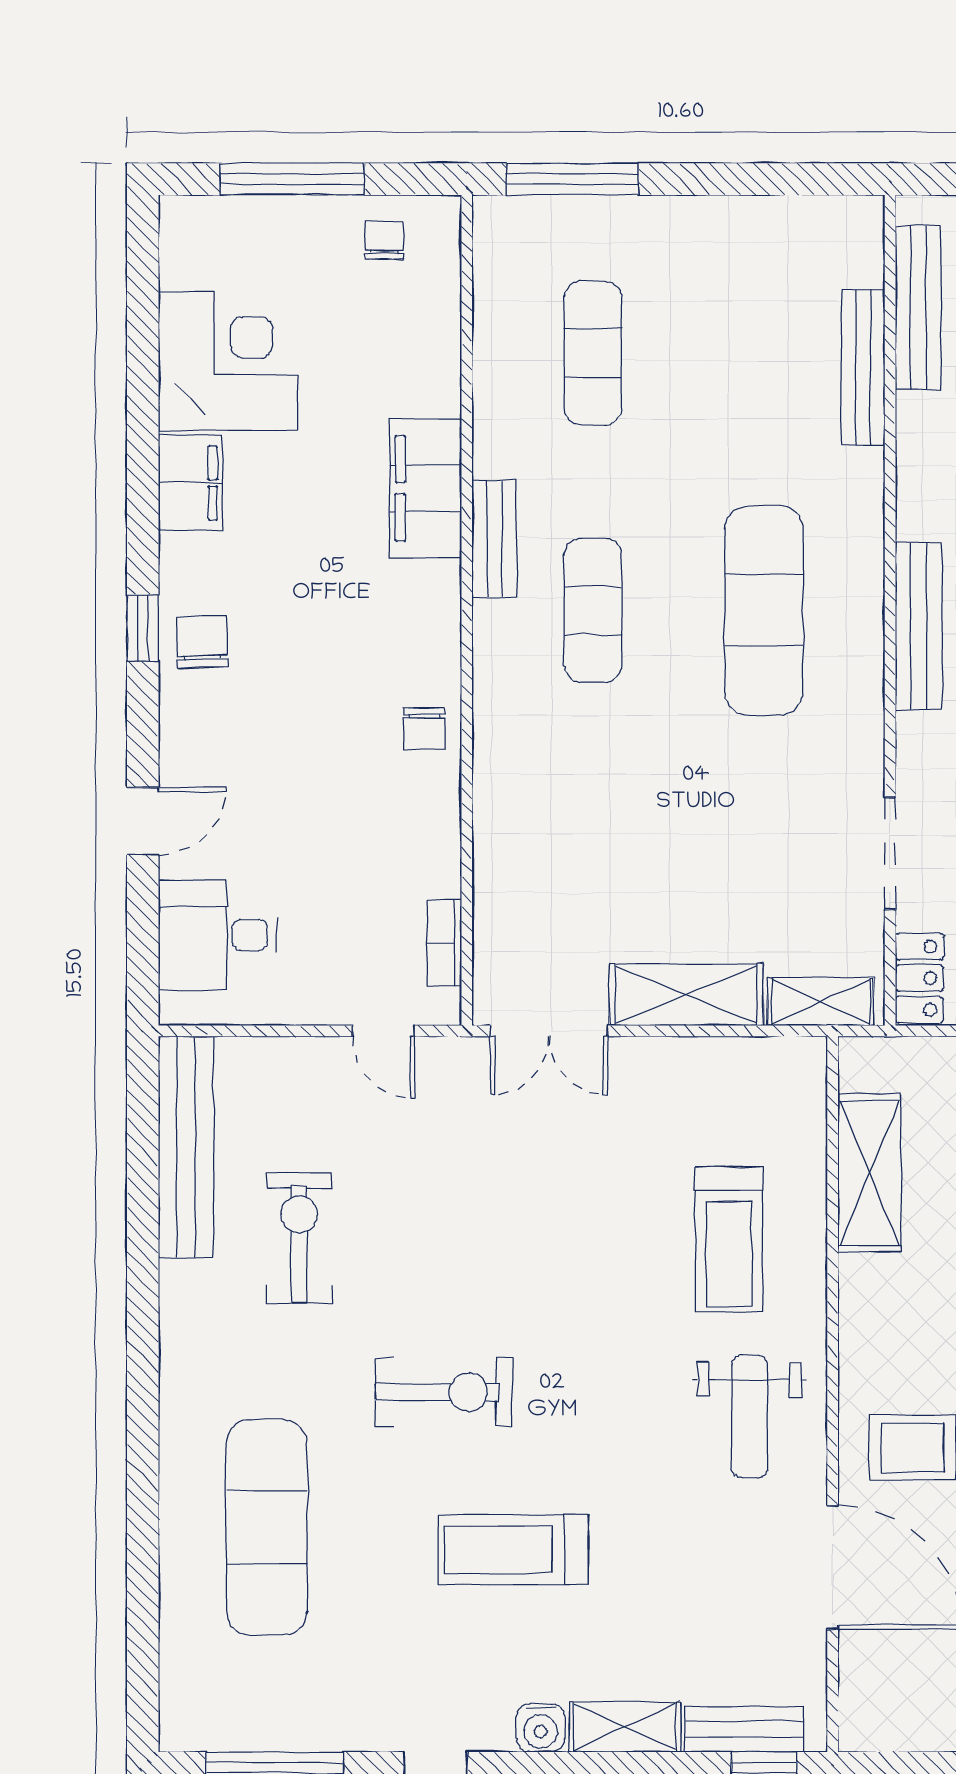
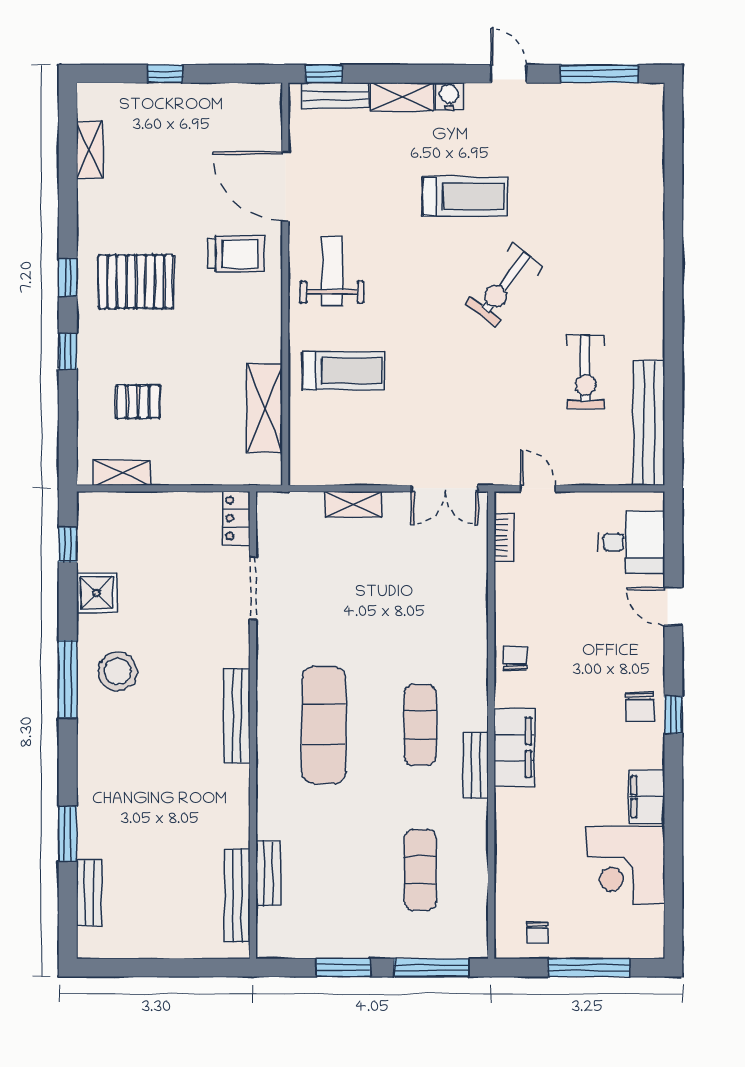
window: (730, 179) -> (343, 968), added
bench: (863, 368) -> (268, 873), width x0.73
filing cabinet: (425, 488) -> (514, 748), moved
door: (143, 821) -> (673, 606), hinge flipped
shelving: (686, 995) -> (353, 504), width x0.67, depth x0.75
shelving: (821, 1002) -> (292, 505), removed
double door: (549, 1031) -> (445, 488), swing flipped
treadmill: (729, 1240) -> (344, 371), turned 90
exercise bike: (444, 1392) -> (504, 285), turned -52
exercise mat: (267, 1527) -> (604, 209), removed

